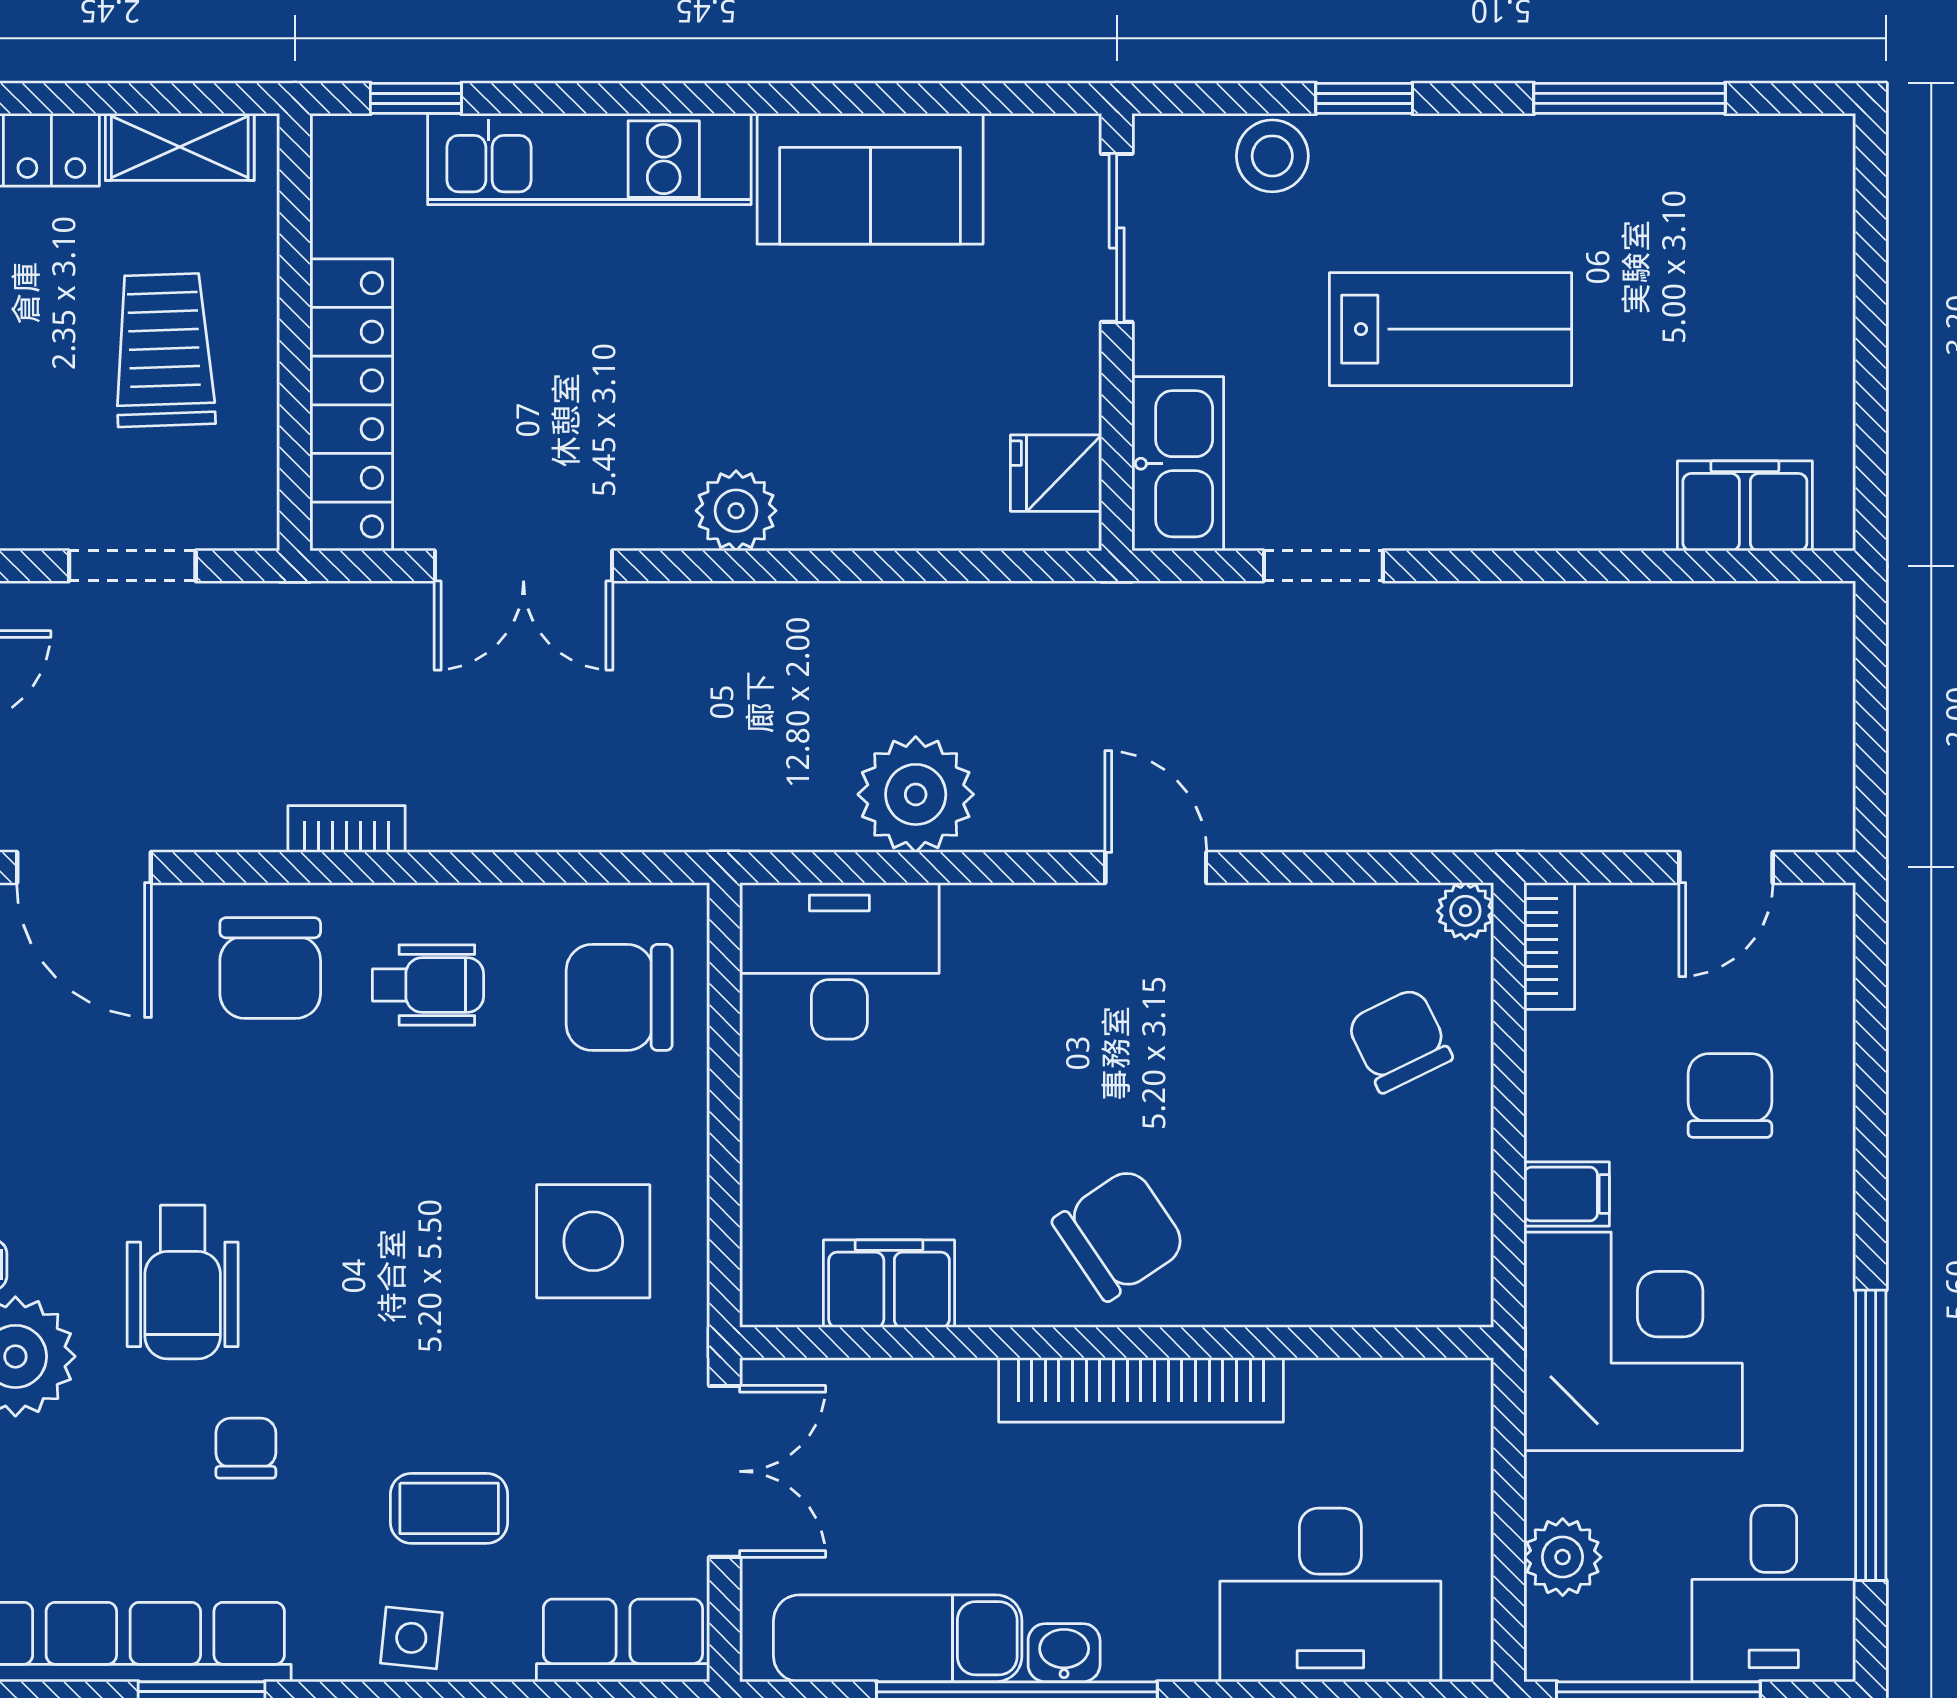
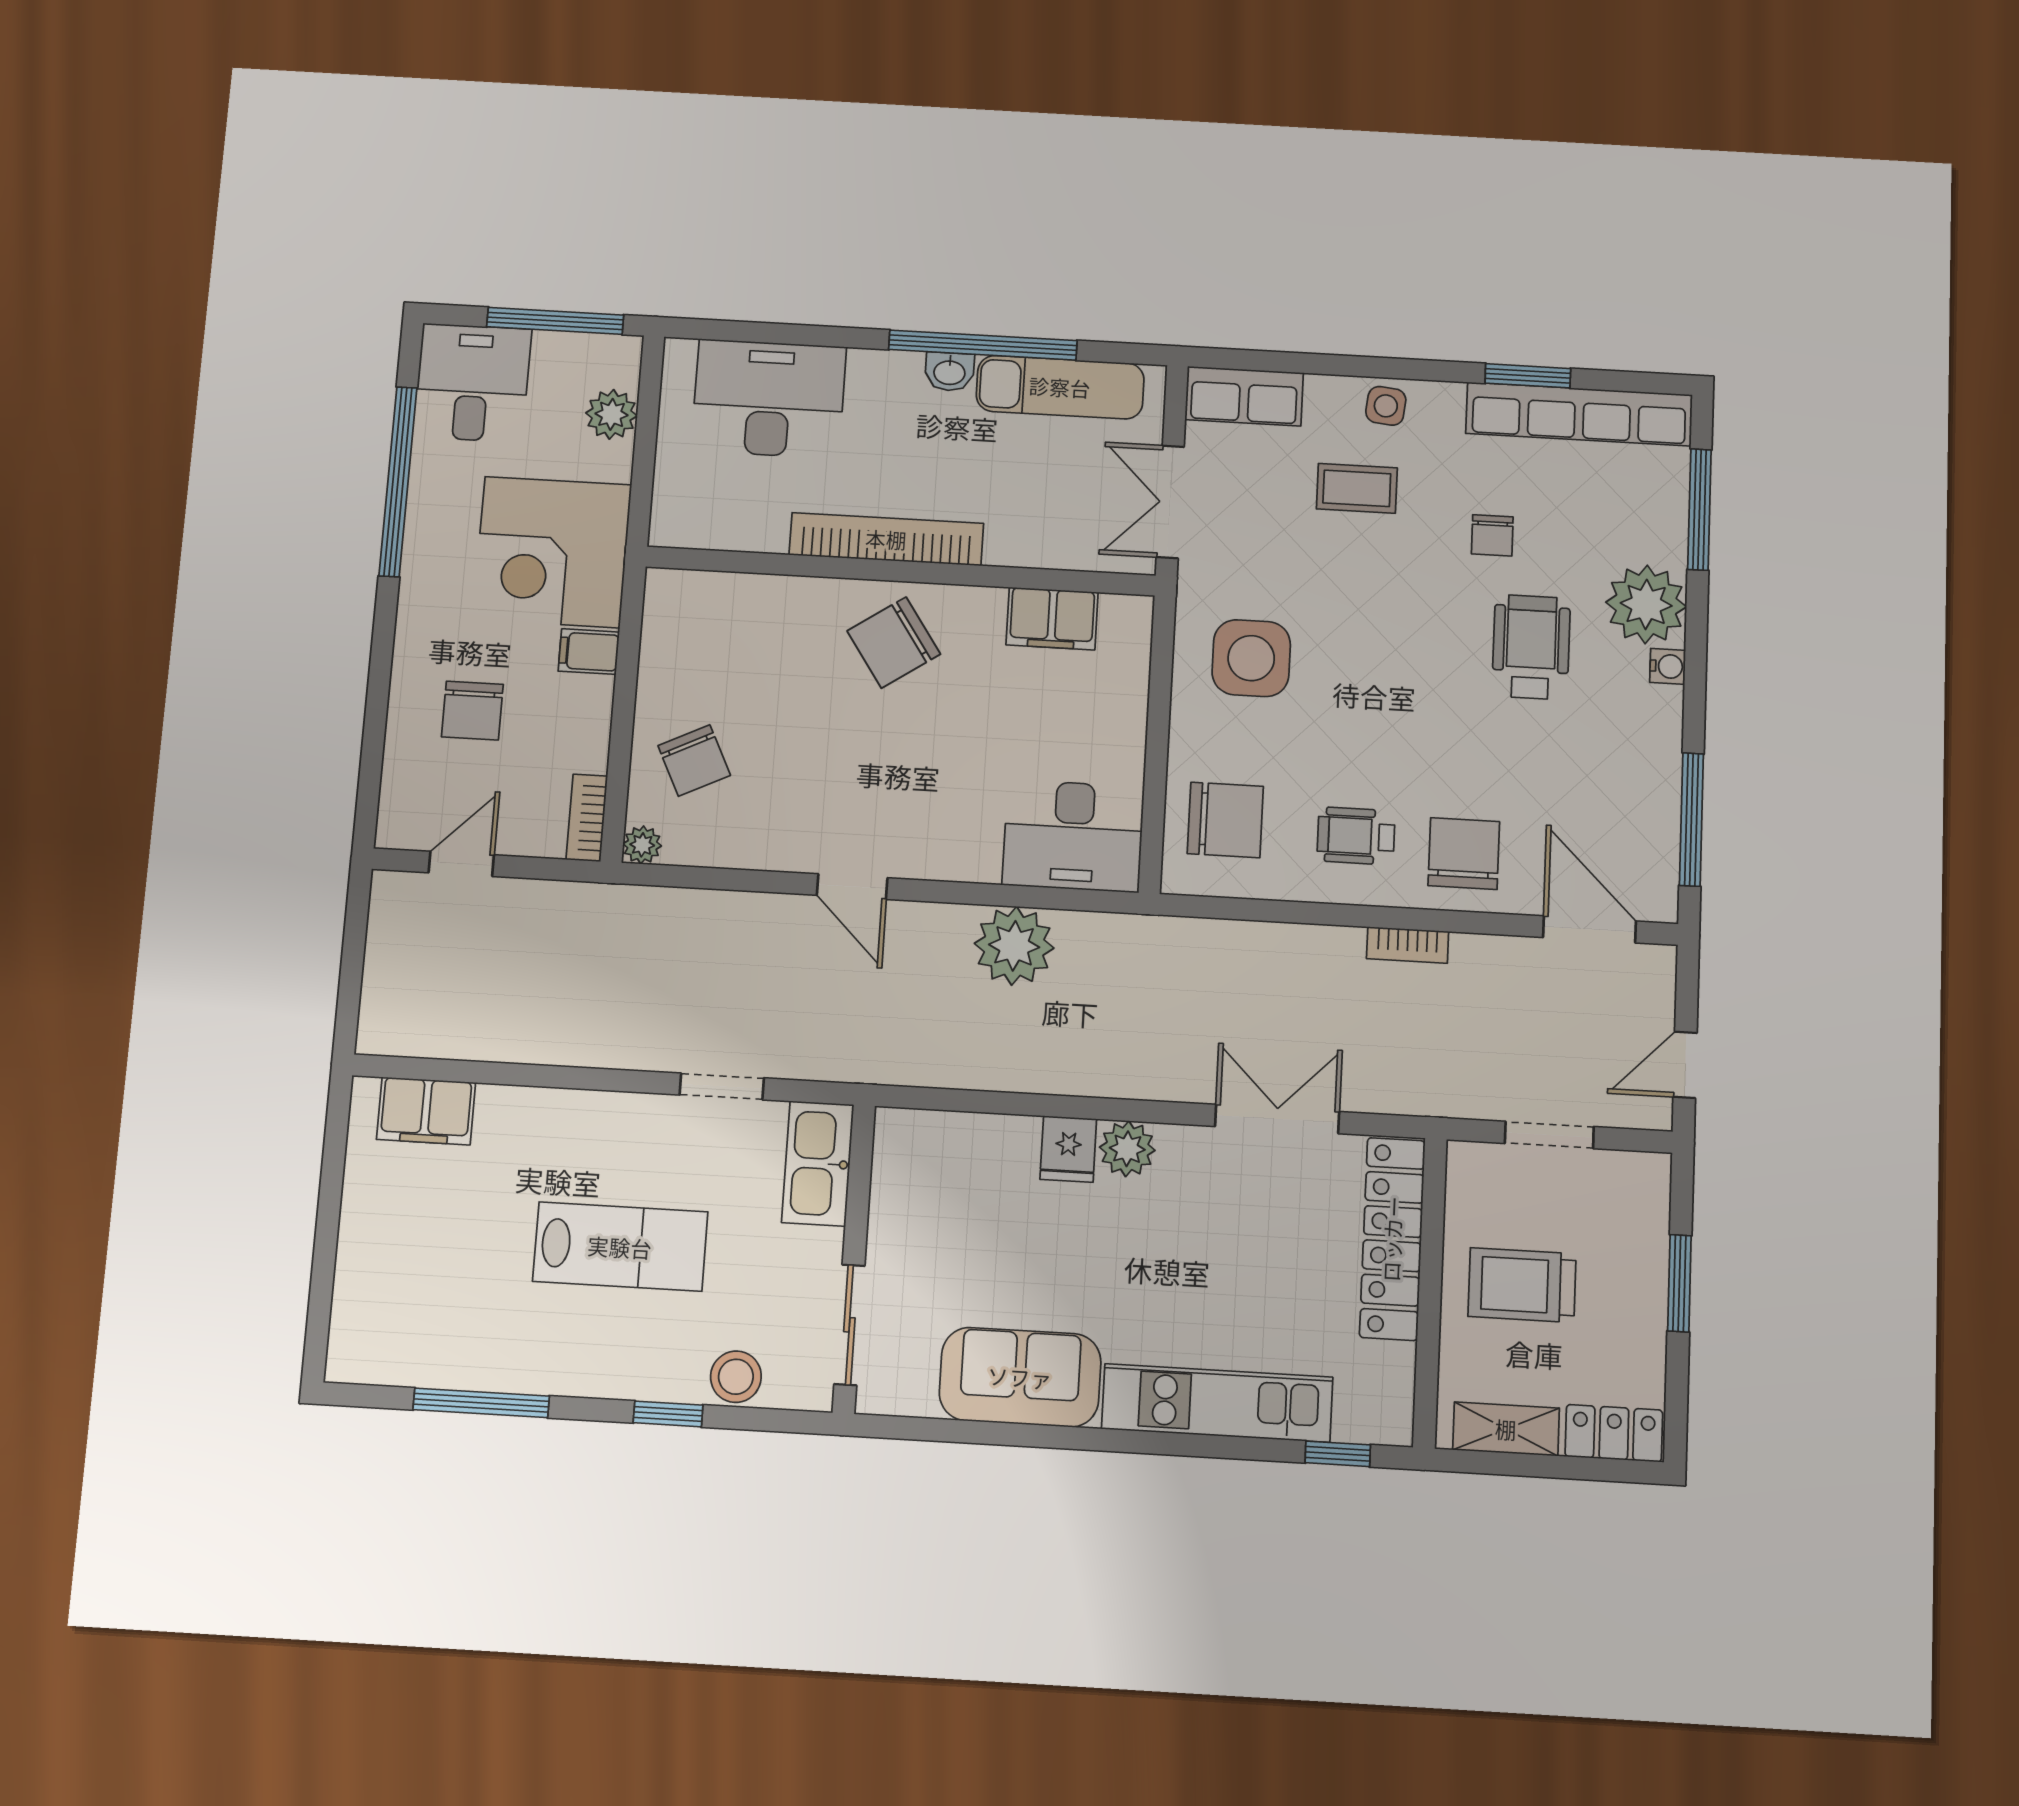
lab bench: (1451, 329) -> (620, 1247), turned 180
trolley: (164, 350) -> (1522, 1285), turned 92
fridge: (1056, 473) -> (1068, 1149), moved, turned 90

